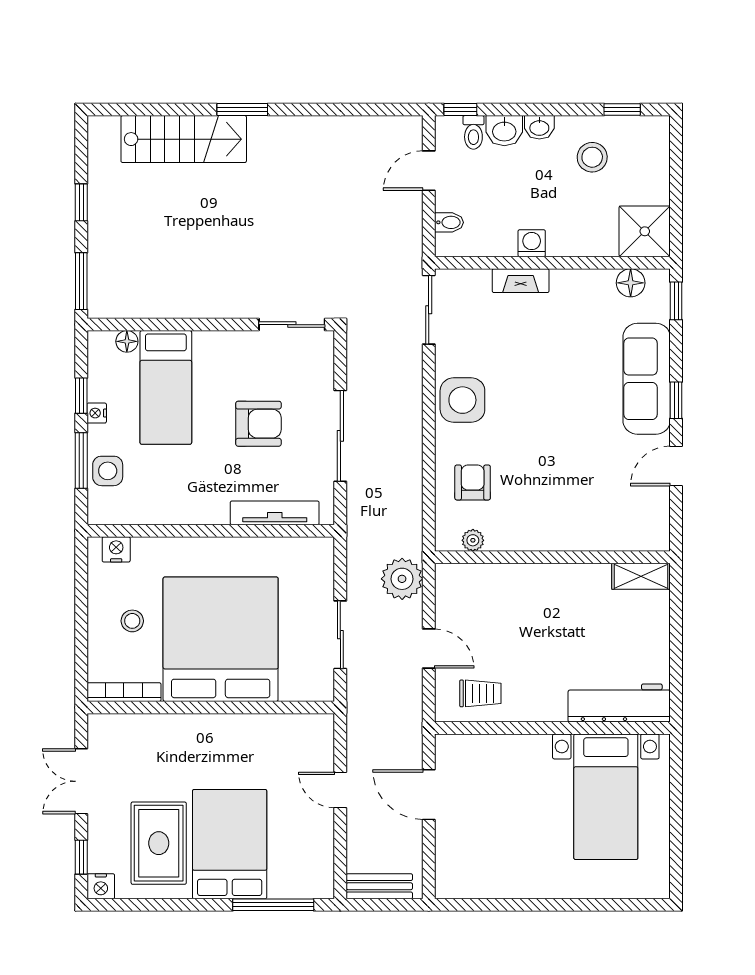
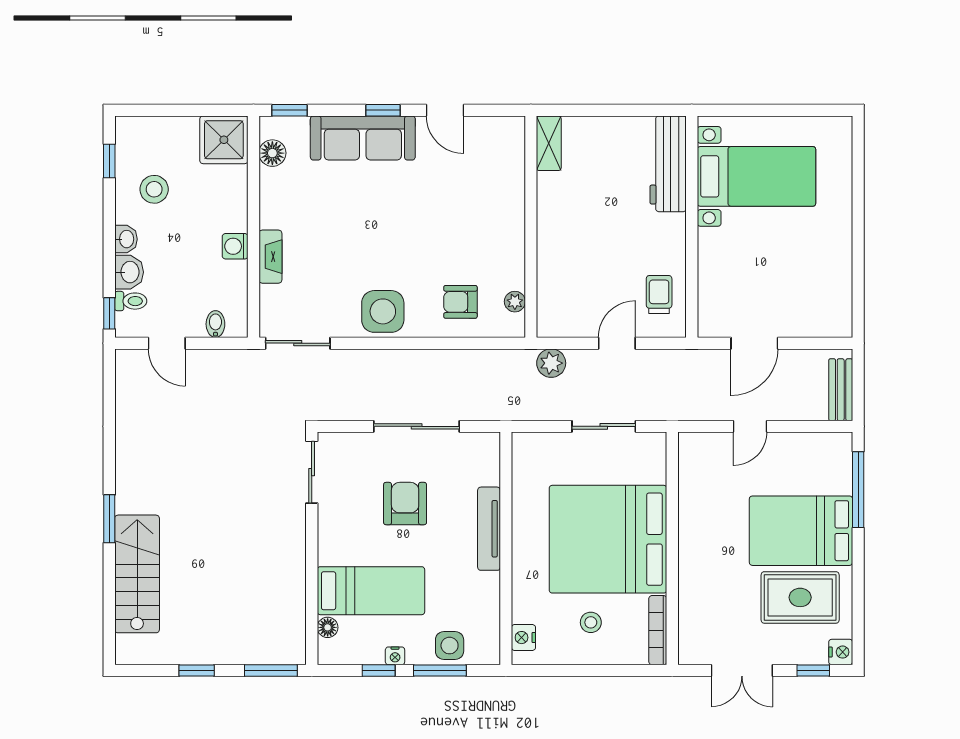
tv unit: (275, 513) -> (489, 529), moved
plant: (402, 579) -> (551, 363), width x0.73, depth x0.73

